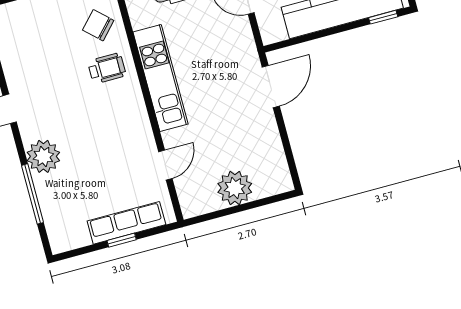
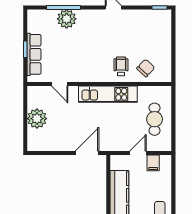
wheelchair: (107, 68) -> (121, 66), turned 180
door: (271, 87) -> (87, 153), swing flipped
plant: (43, 156) -> (67, 19), moved

